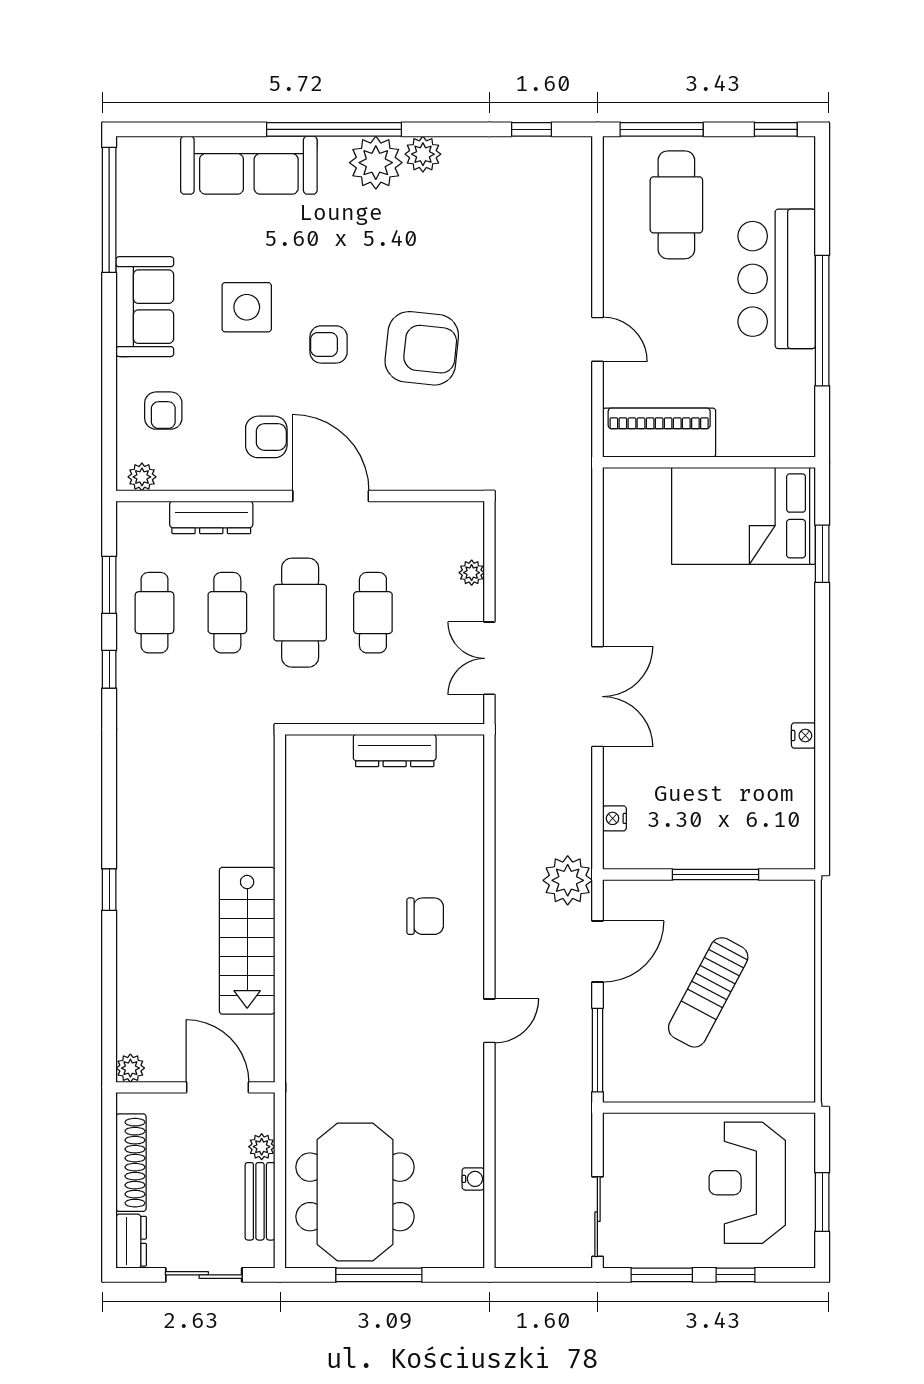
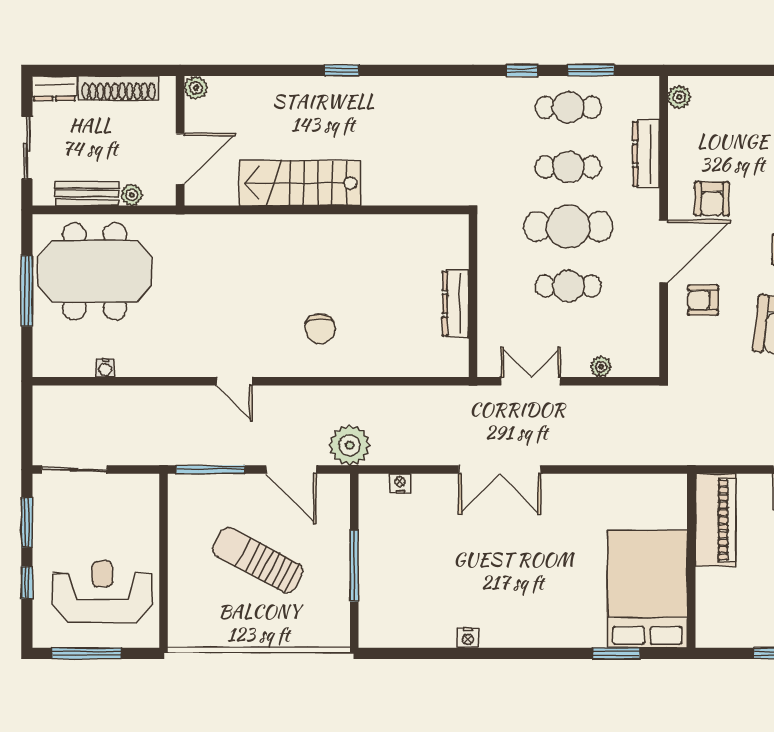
armchair: (163, 411) -> (703, 300), moved
window: (822, 1202) -> (86, 653), width x1.44

